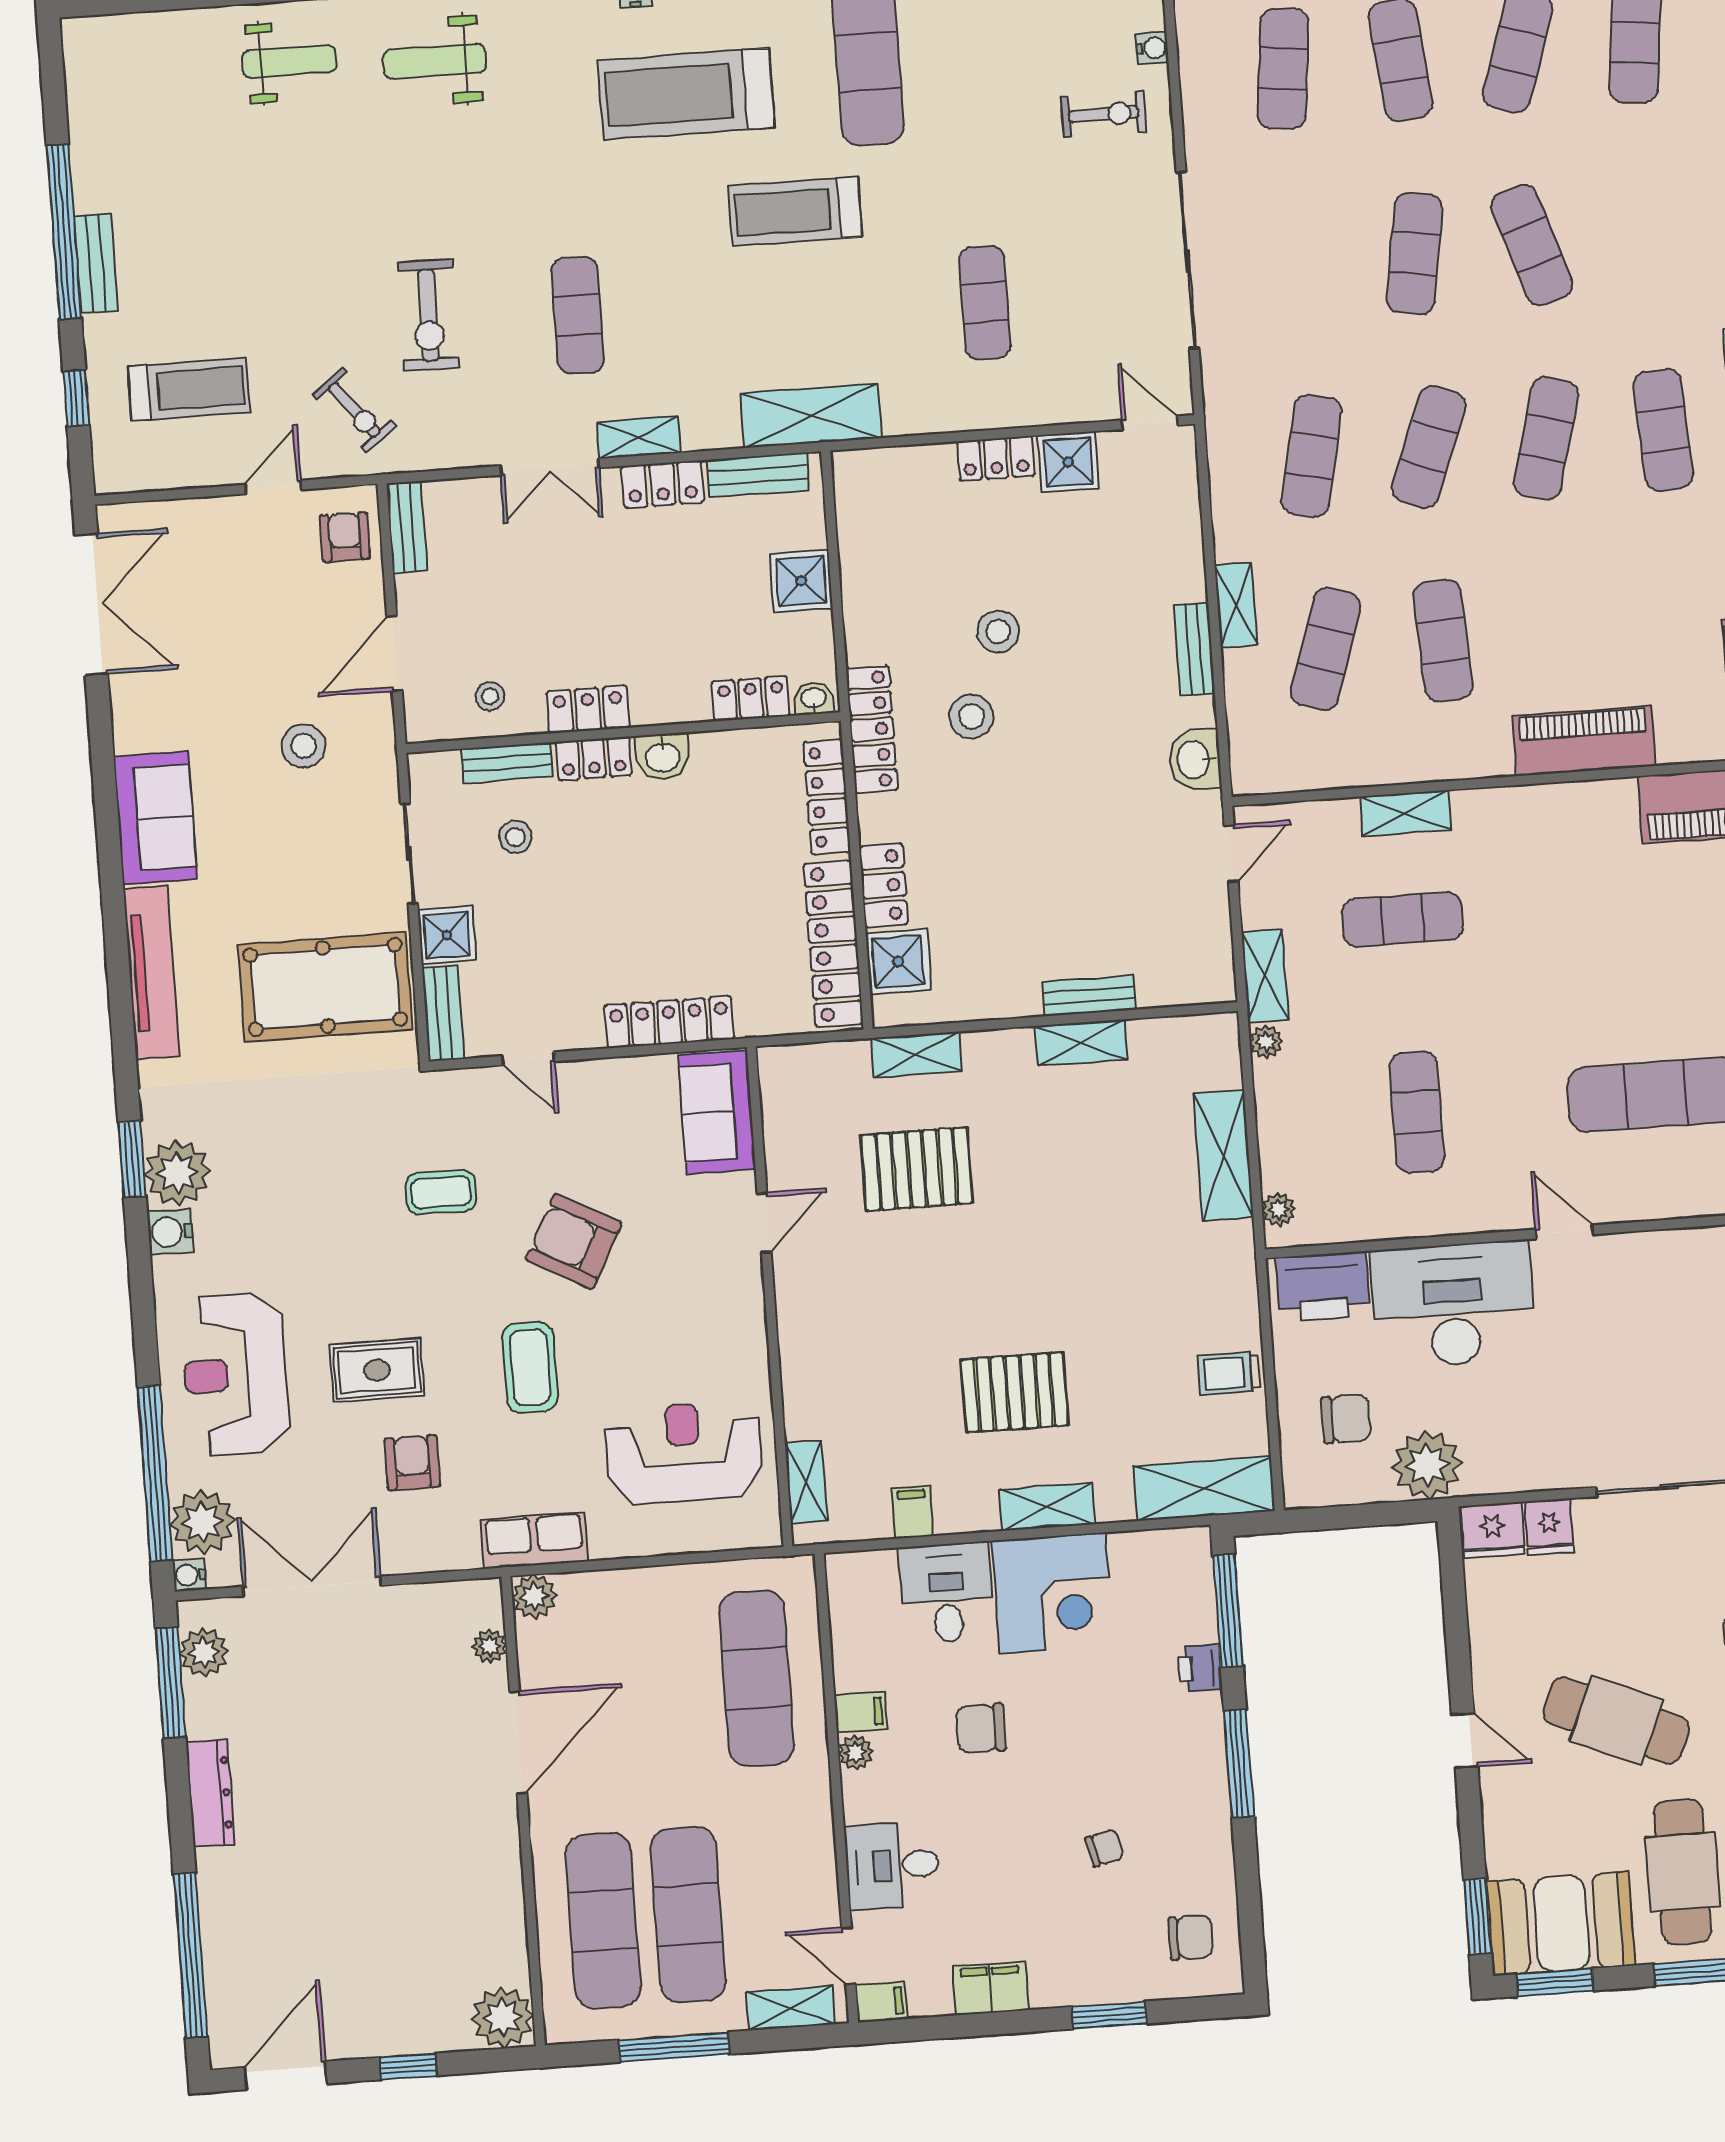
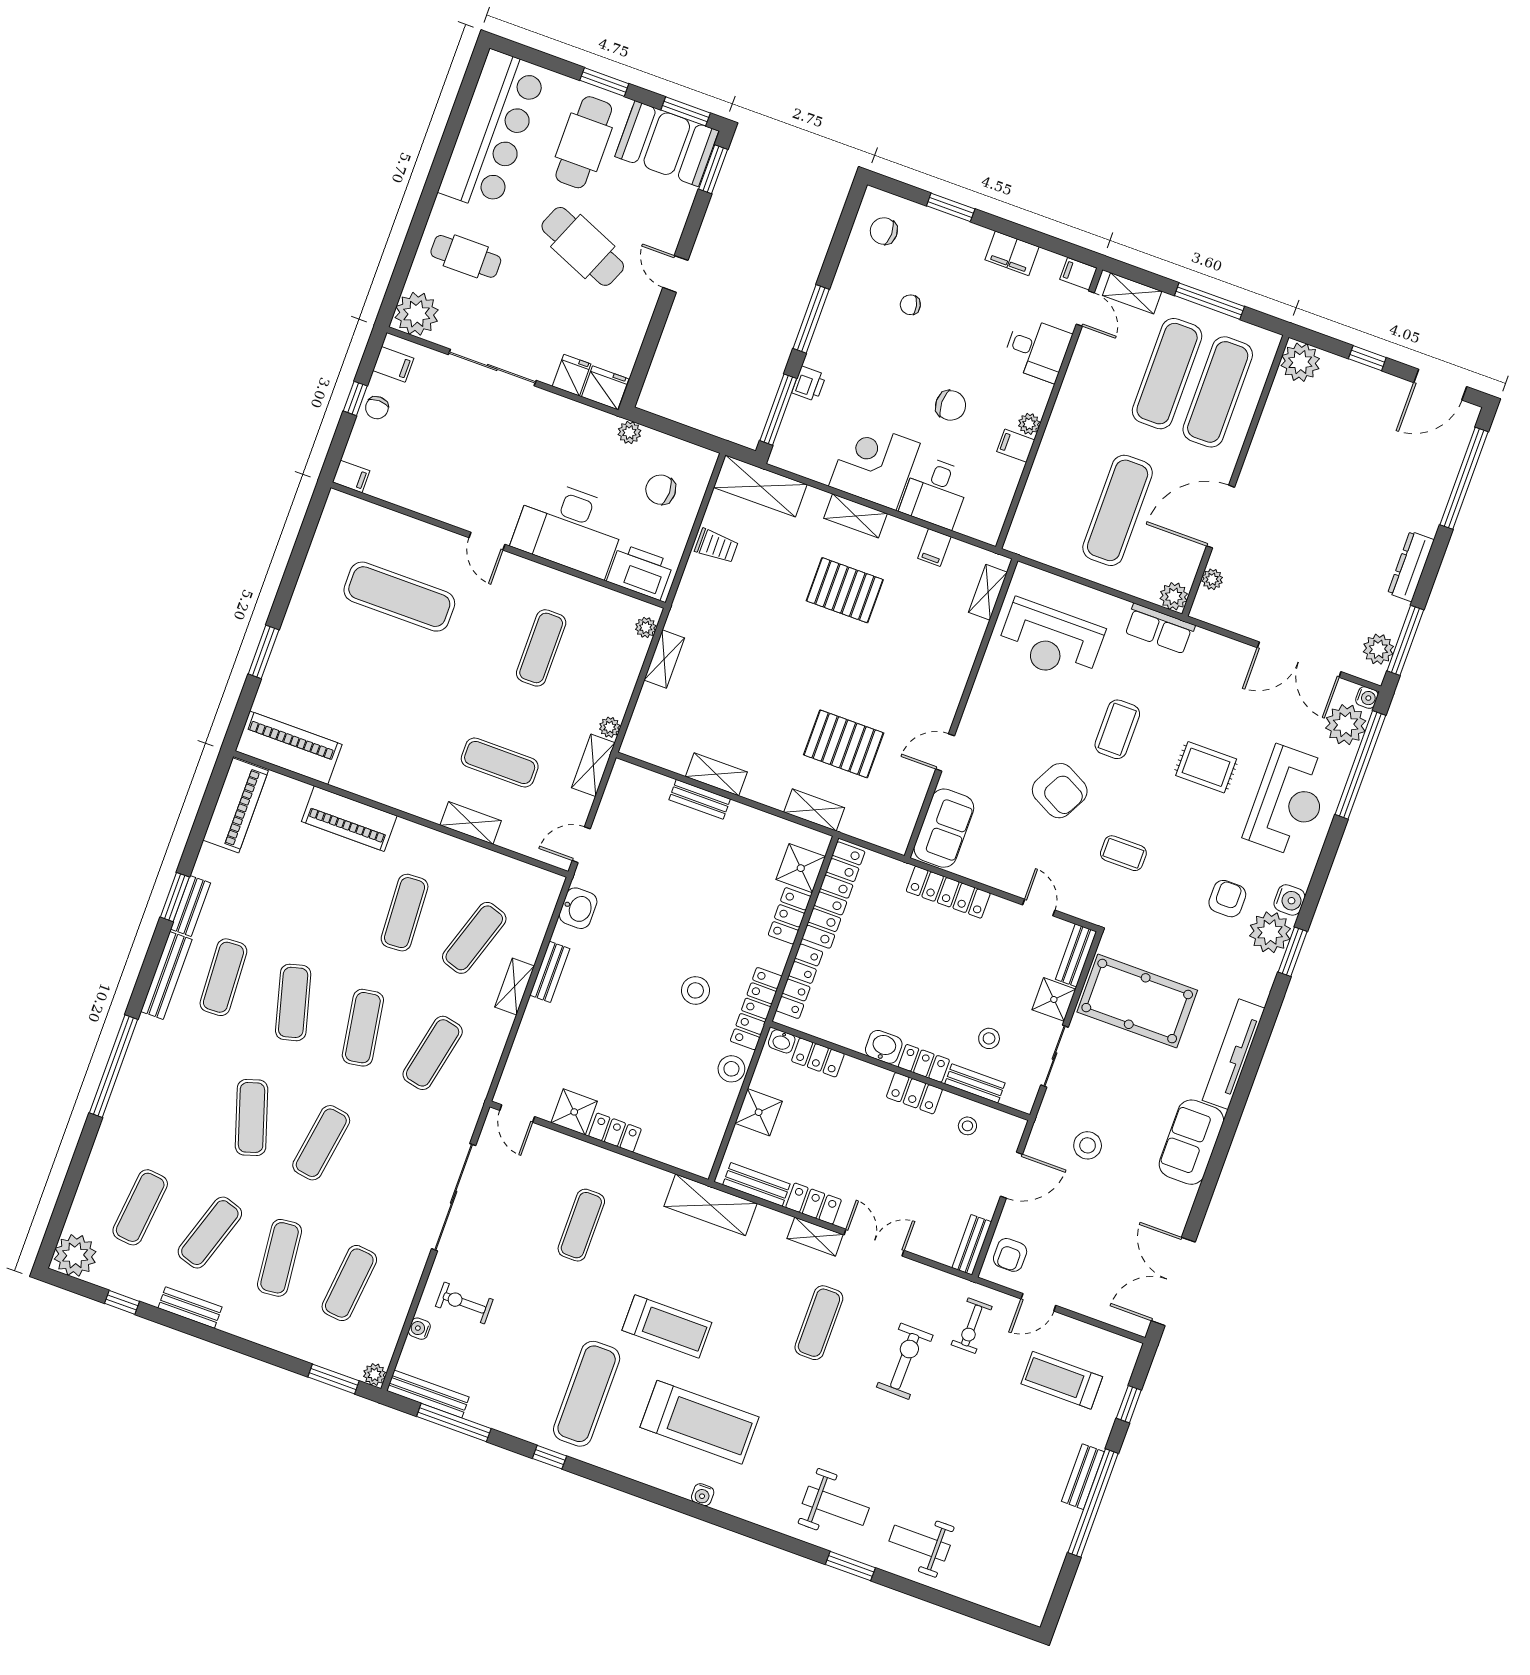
exercise bike: (355, 410) -> (972, 1326), turned -142
exercise mat: (1546, 438) -> (293, 1002), turned -30
exercise mat: (1429, 447) -> (363, 1028), turned -30
stool: (998, 631) -> (731, 1069), moved
shelving: (1223, 1155) -> (664, 659), width x0.67, depth x0.75
armchair: (412, 1463) -> (1227, 899), moved, turned 180
plant: (1427, 1465) -> (629, 432), width x0.53, depth x0.53
exercise mat: (756, 1678) -> (1118, 510), moved

